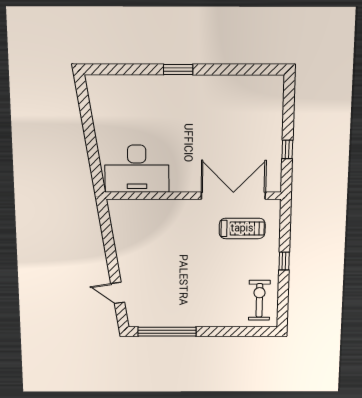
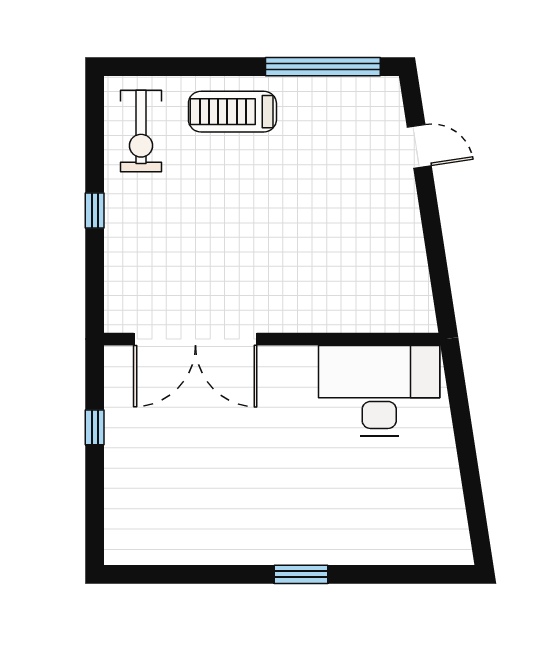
treadmill: (242, 228) -> (232, 112), moved

